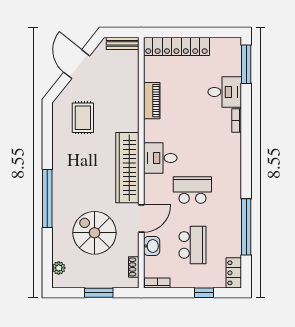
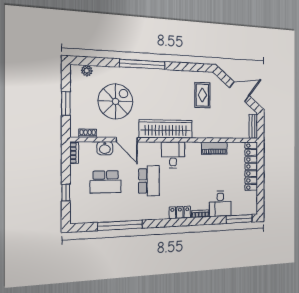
rug: (83, 118) -> (202, 95), turned 90
locker: (234, 273) -> (180, 212), moved

